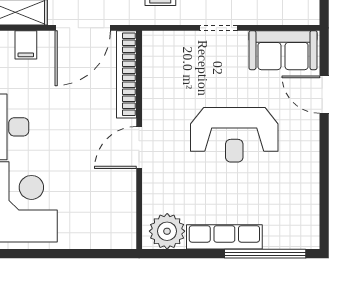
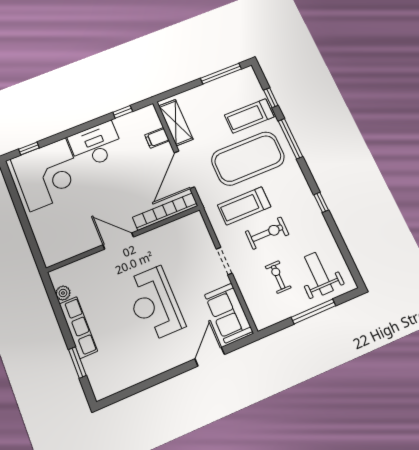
door: (83, 28) -> (184, 170), hinge flipped
plant: (167, 231) -> (63, 293), width x0.53, depth x0.53
window: (265, 254) -> (77, 363), width x0.47

